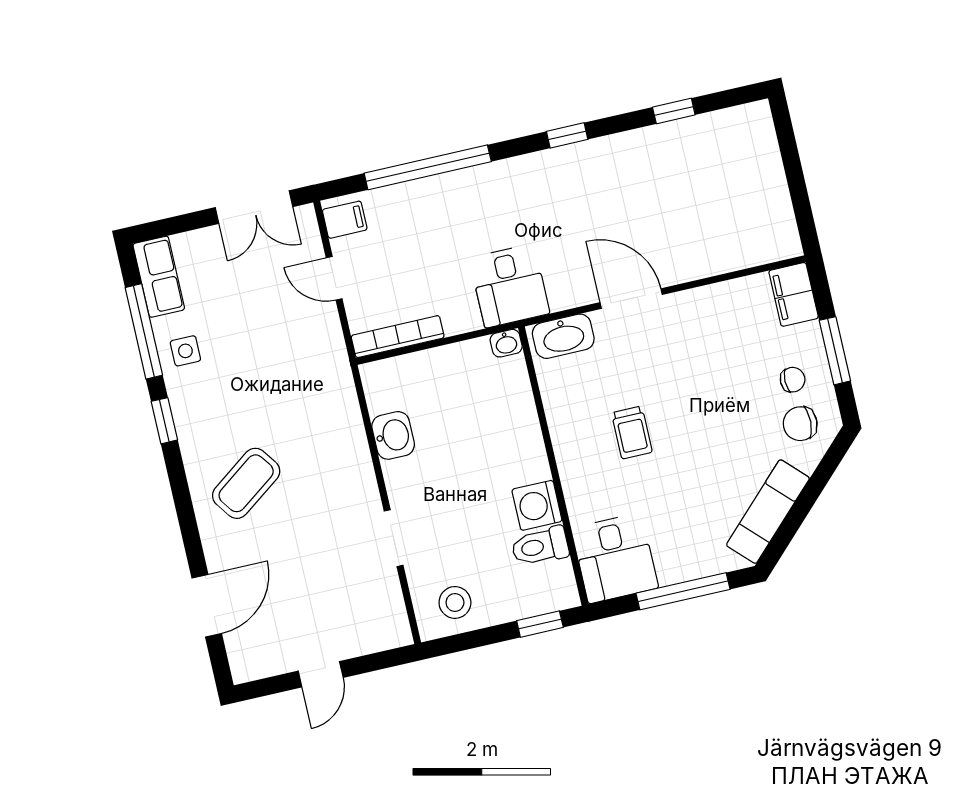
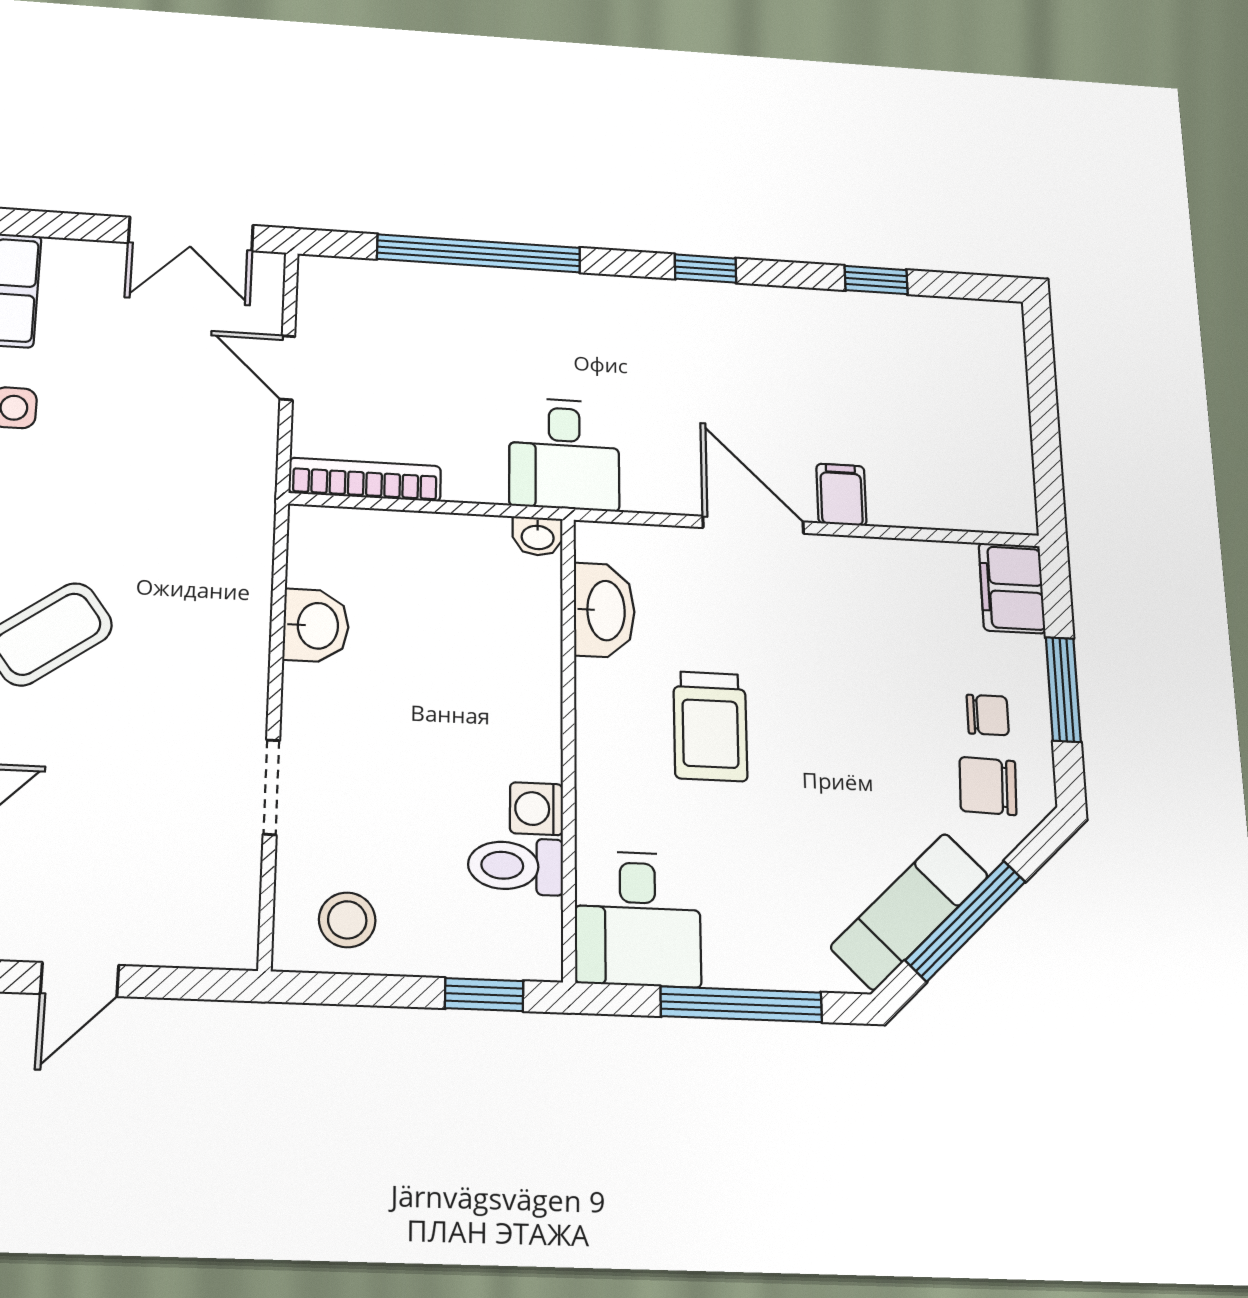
filing cabinet: (345, 220) -> (841, 495), moved, turned -90
washbasin: (563, 336) -> (604, 610), moved, turned -90
trolley: (632, 433) -> (710, 726), width x1.36, depth x1.39
washing machine: (537, 505) -> (536, 809), width x0.73, depth x0.73
window: (801, 509) -> (966, 921), added

